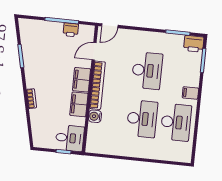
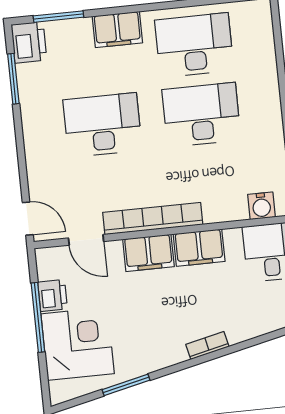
corner desk: (45, 37) -> (78, 344), added
filing cabinet: (190, 93) -> (117, 30), width x2.00
water cooler: (95, 116) -> (261, 206), moved

